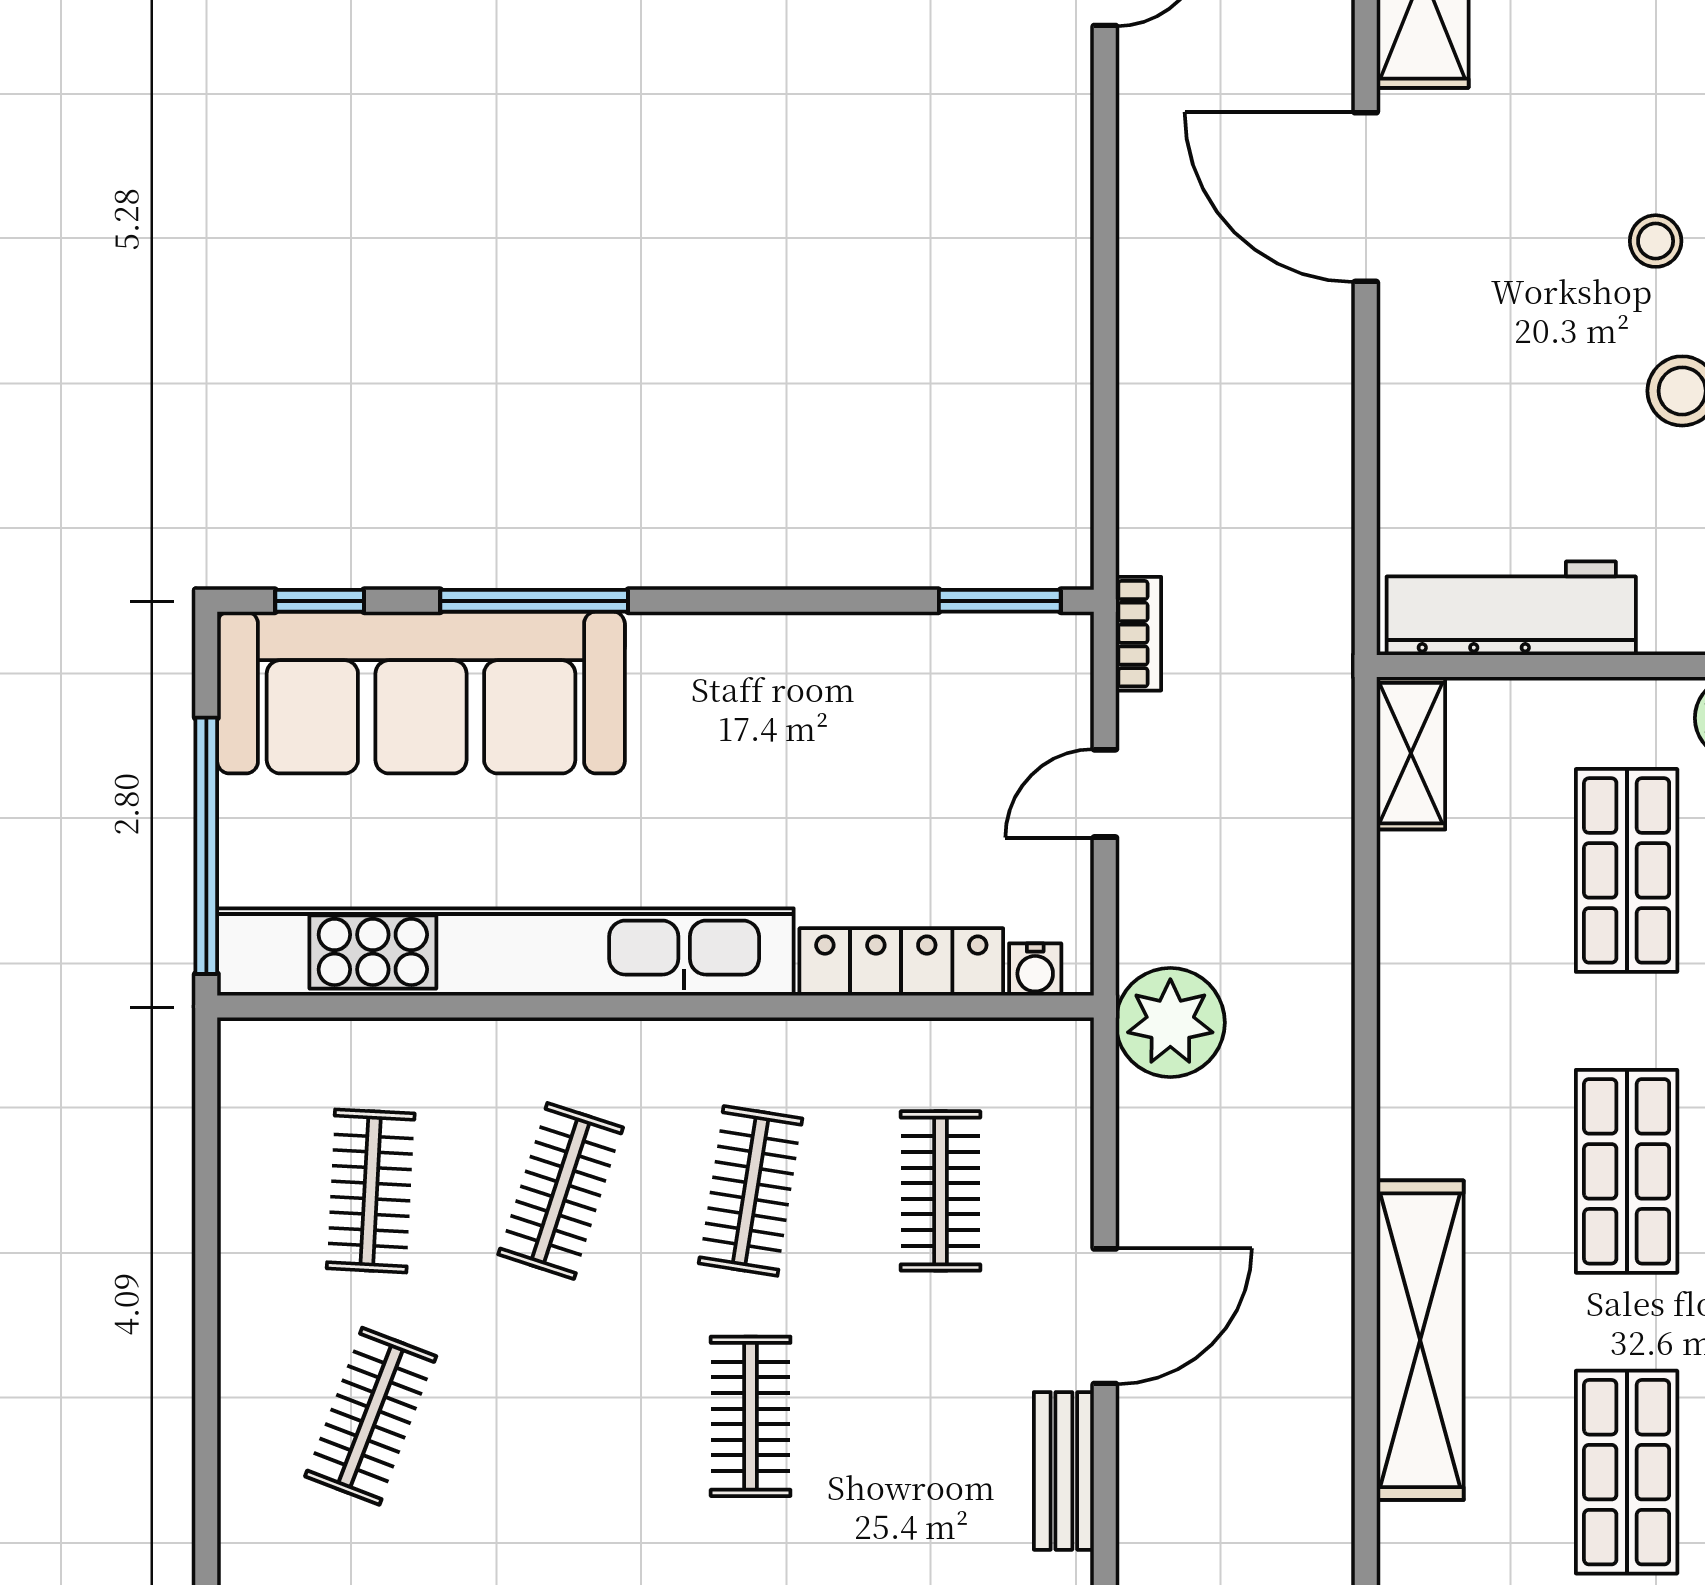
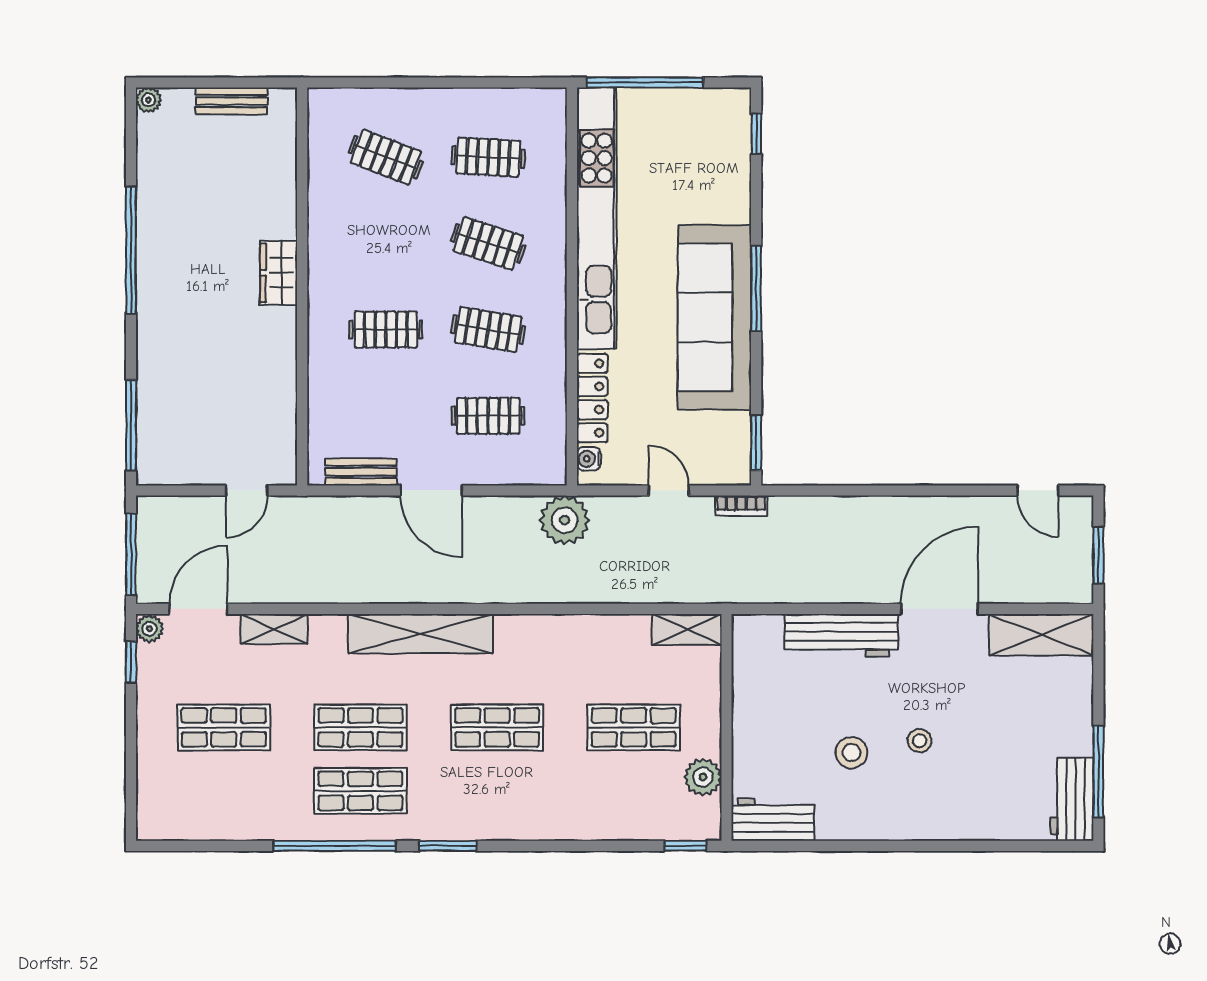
window: (534, 601) -> (756, 289), moved
workbench: (1511, 608) -> (841, 635), moved, turned 90
sofa: (421, 693) -> (714, 317), moved

